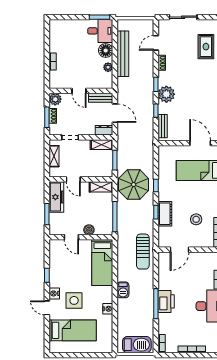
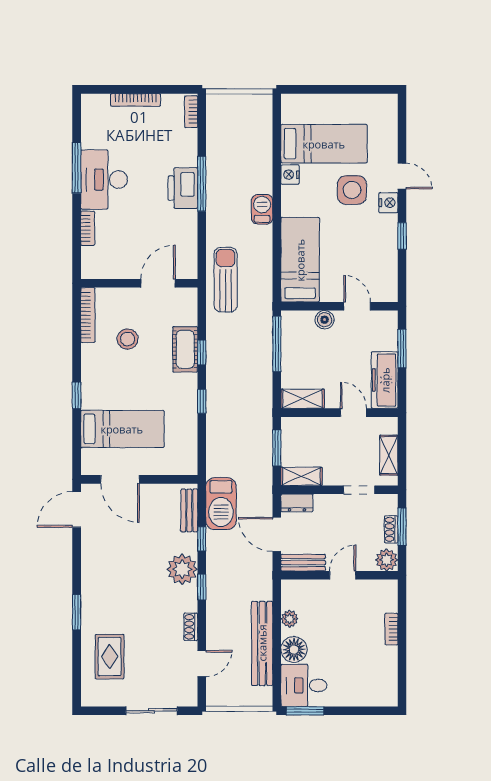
door: (79, 91) -> (343, 575), hinge flipped
parasol: (134, 185) -> (243, 403), removed
bed: (73, 330) -> (324, 144), moved, turned 180
barbecue: (137, 345) -> (221, 504), moved, turned -90

